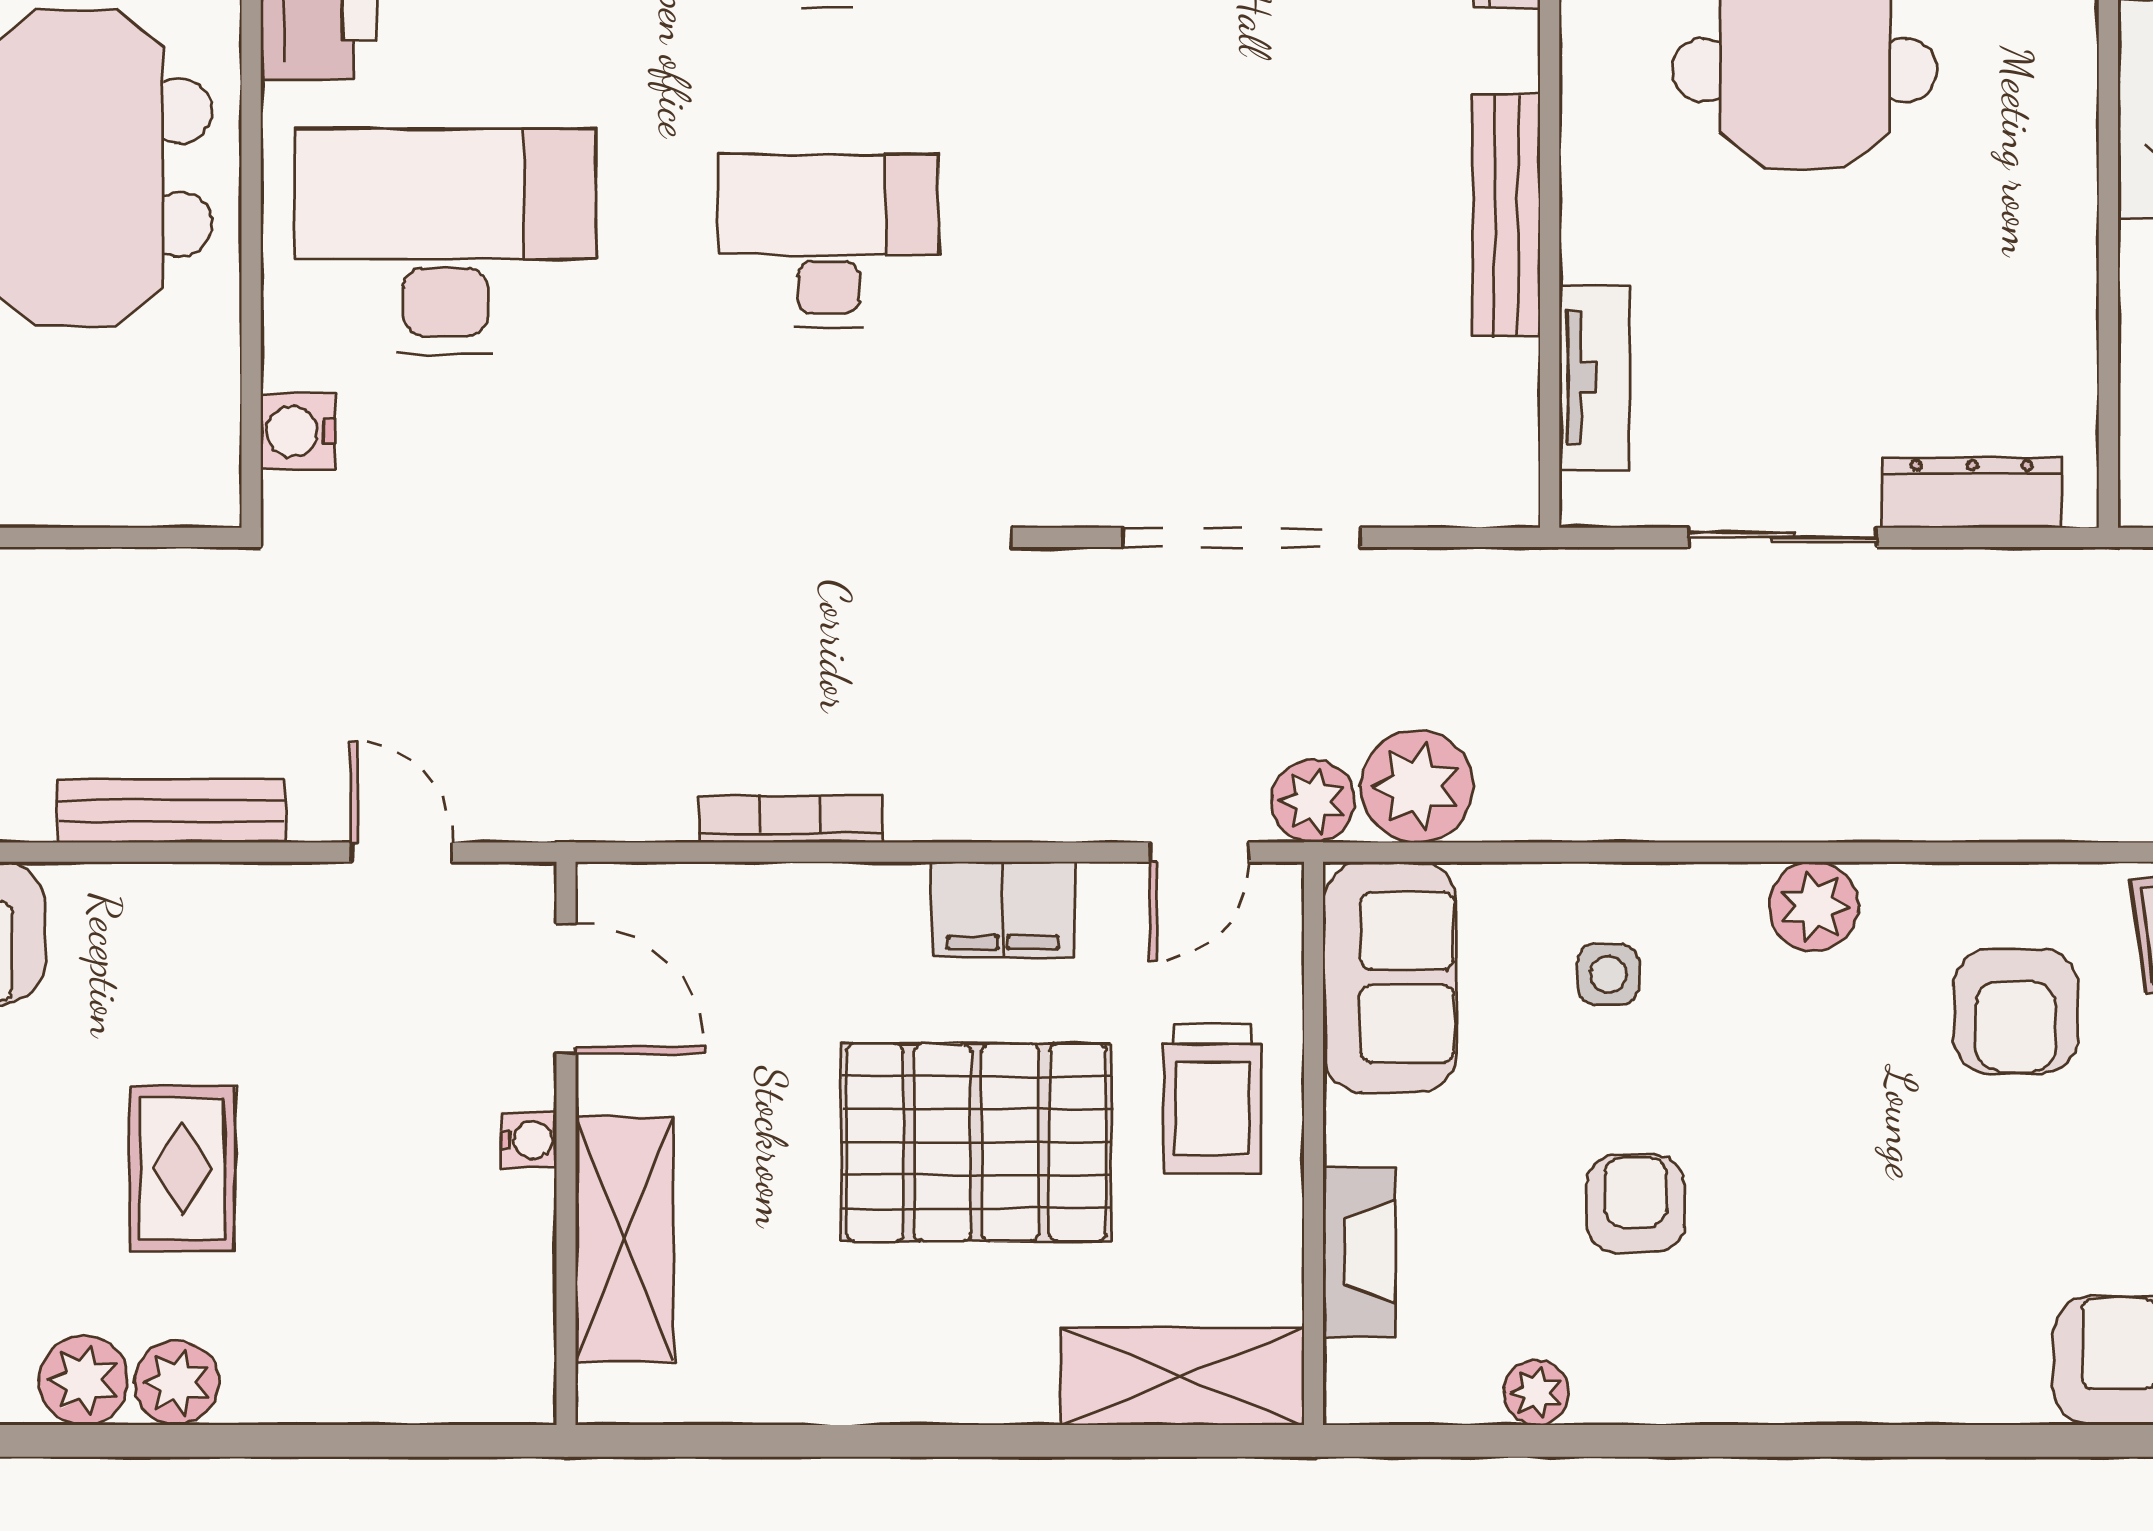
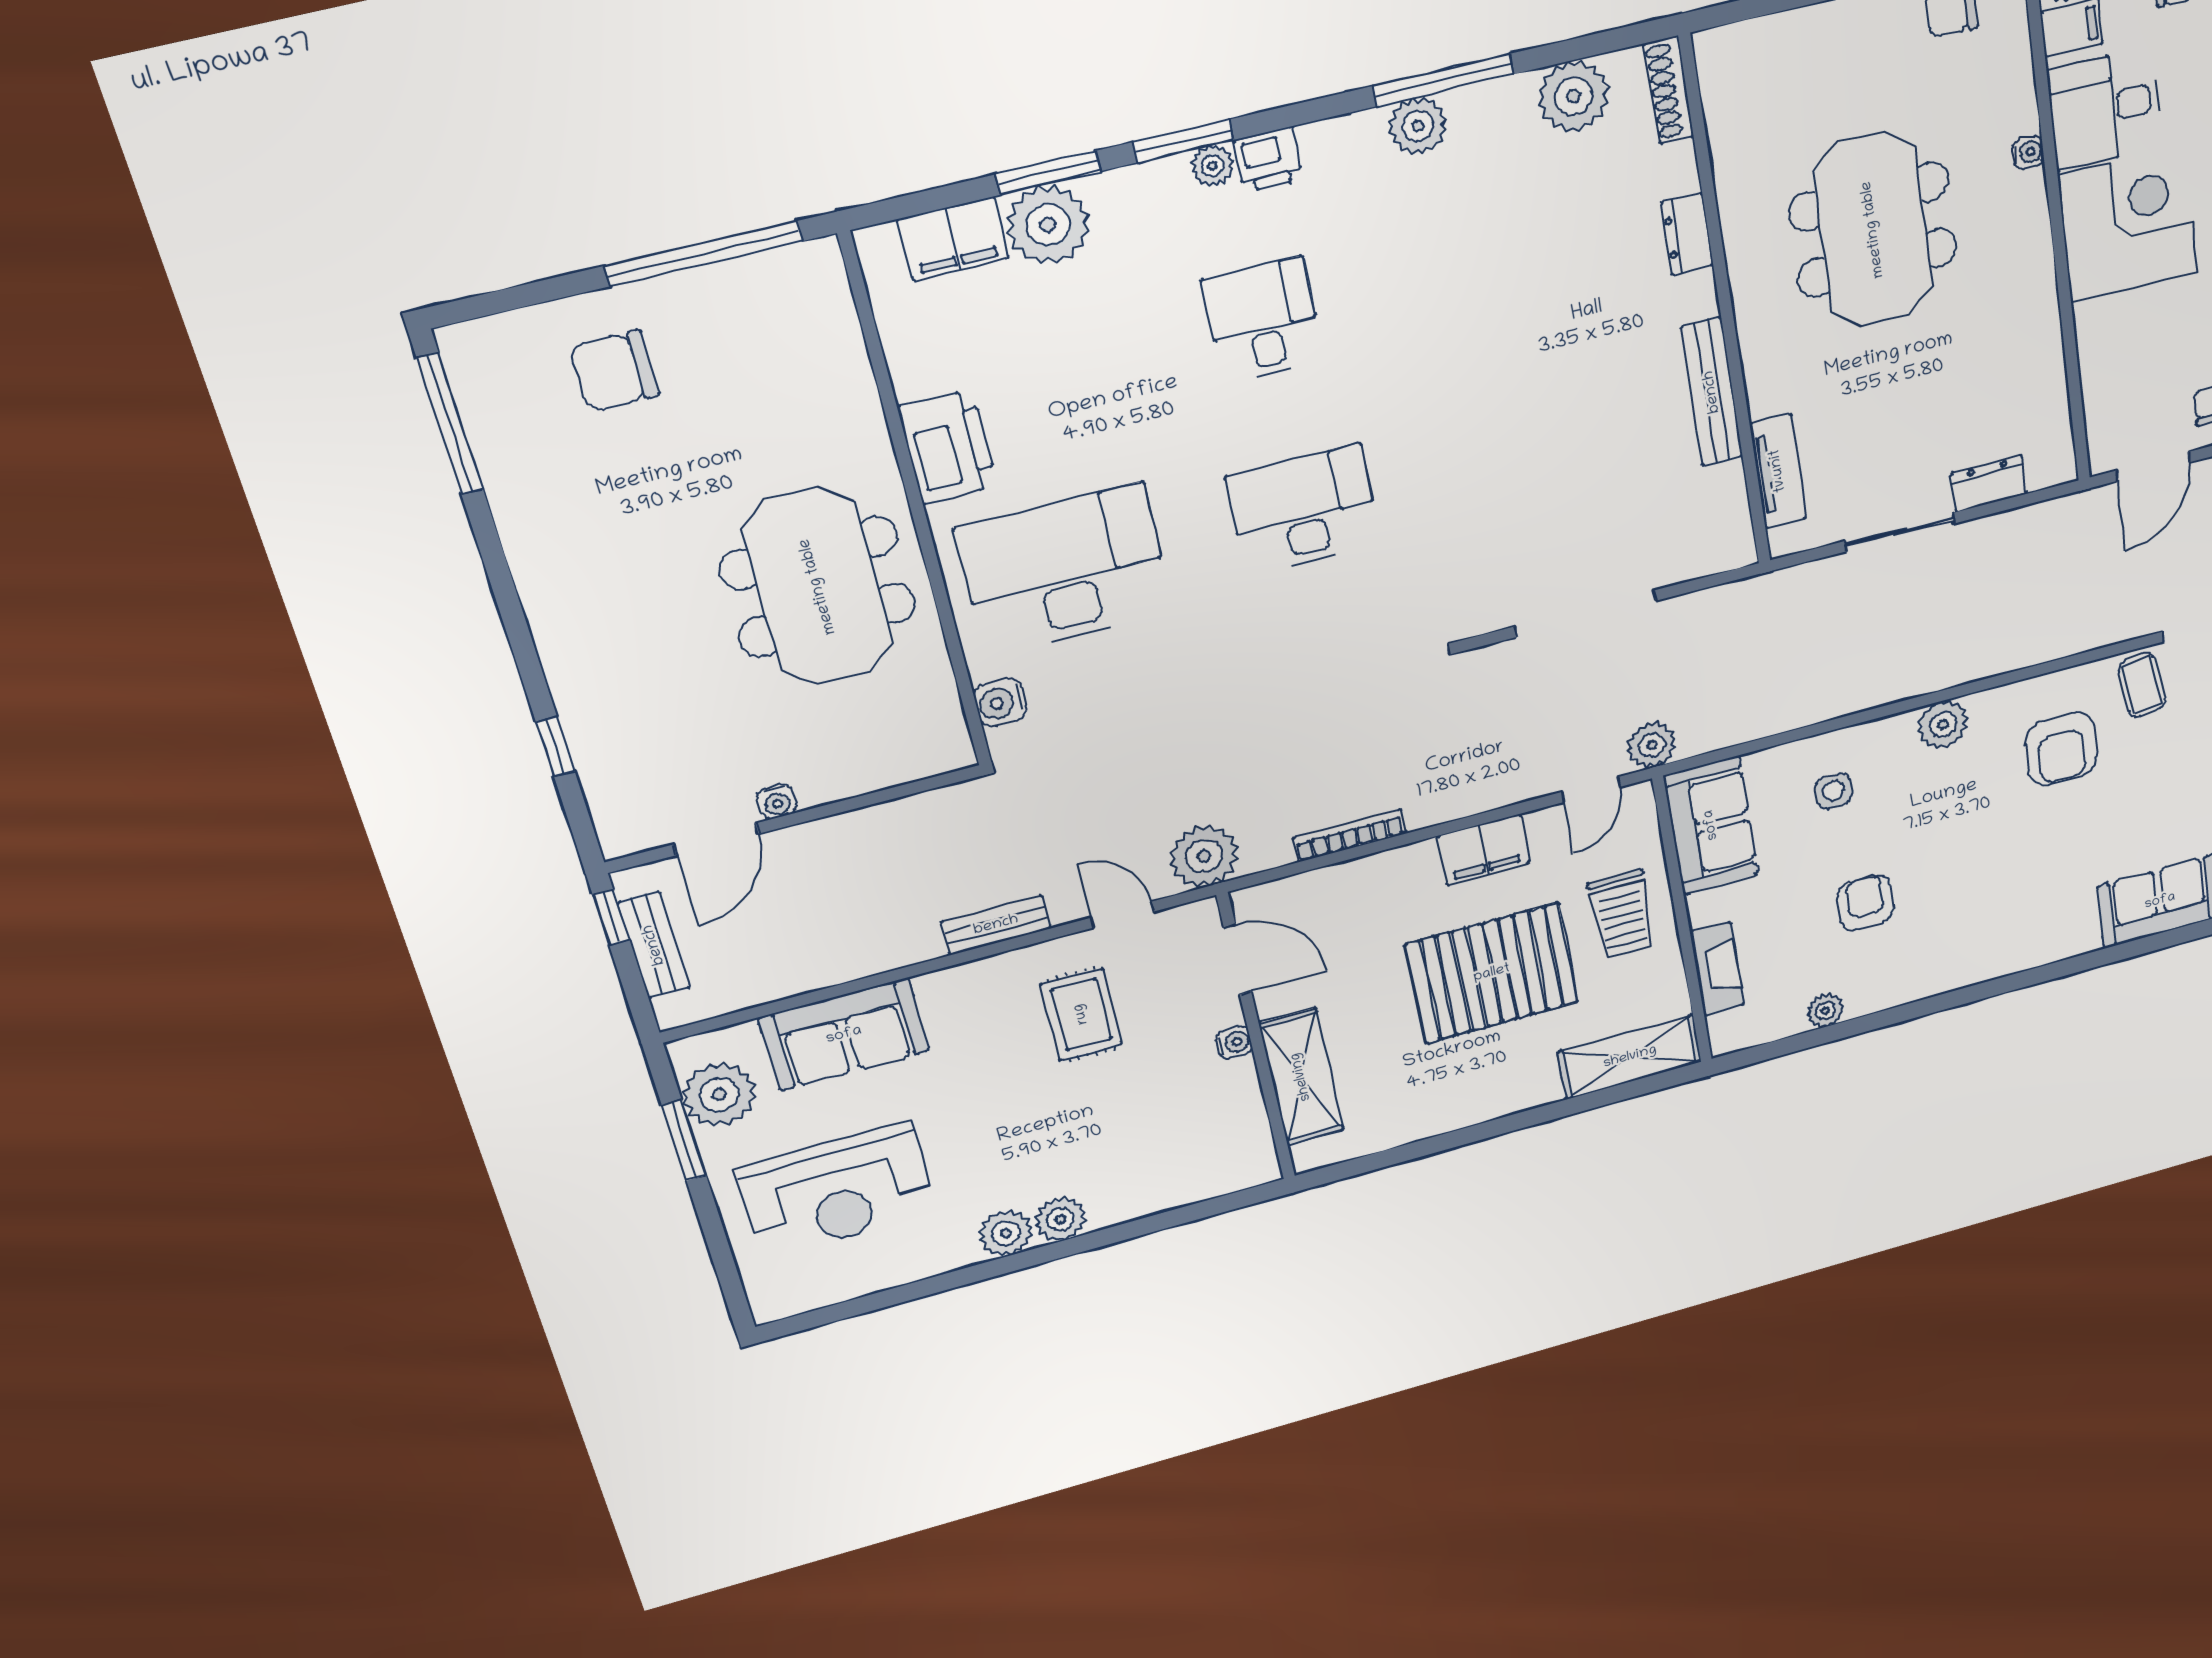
dresser: (1972, 493) -> (1989, 484), width x0.70
plant: (1417, 787) -> (1204, 856), moved
bench: (172, 811) -> (996, 925), width x0.73
rug: (182, 1169) -> (1081, 1014), moved

